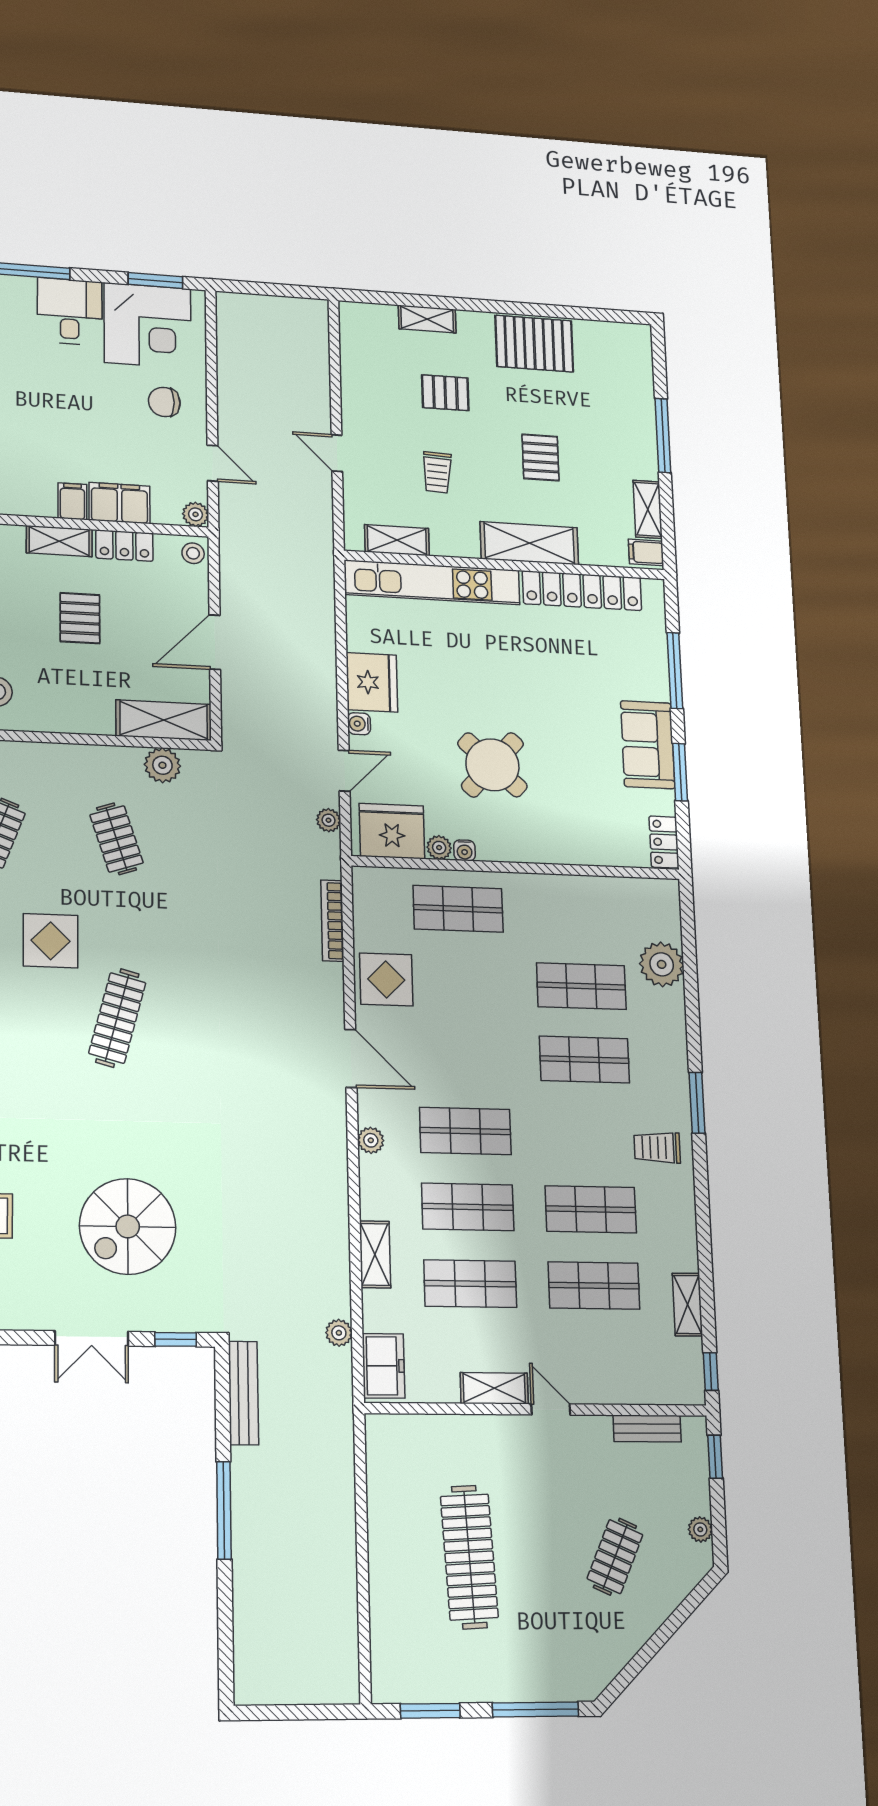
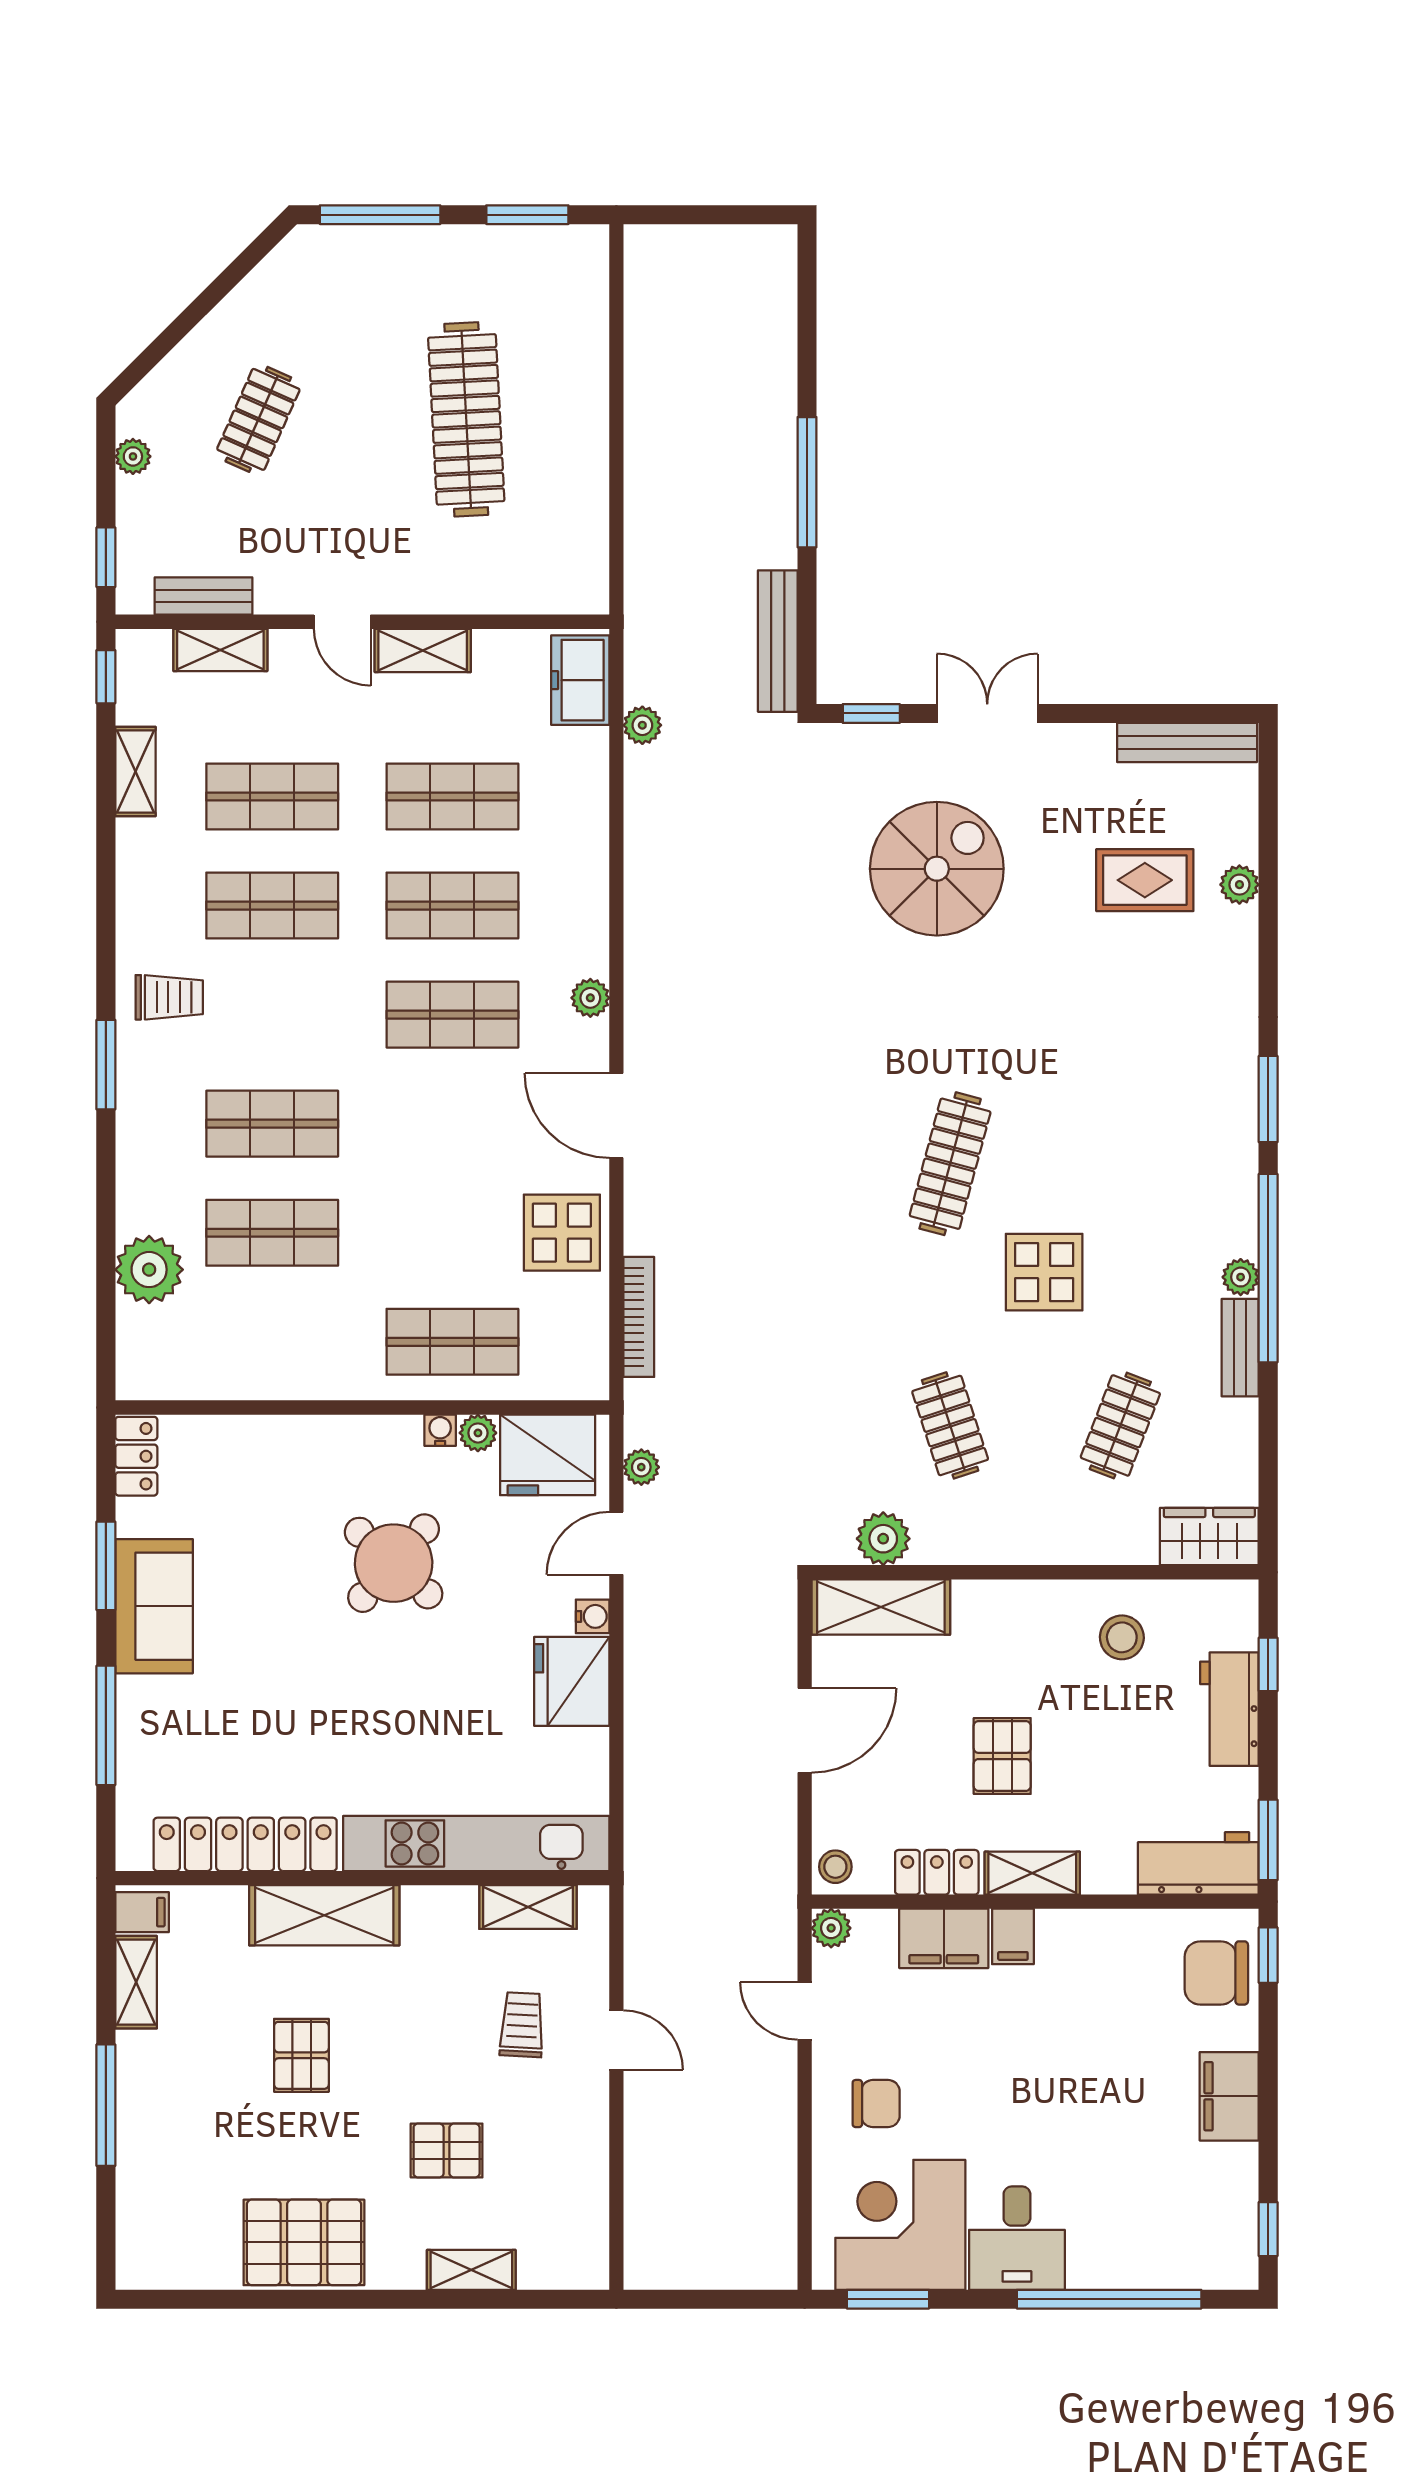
trolley: (437, 472) -> (522, 2025), moved
shelving: (375, 1254) -> (220, 650), moved, turned 90

